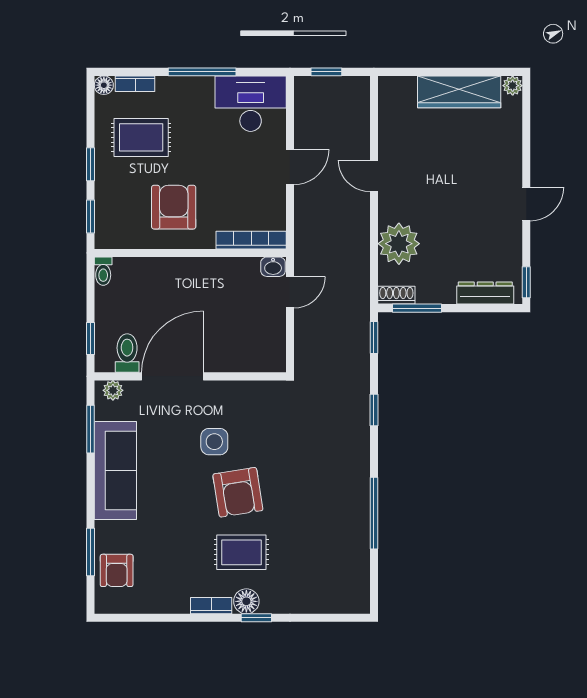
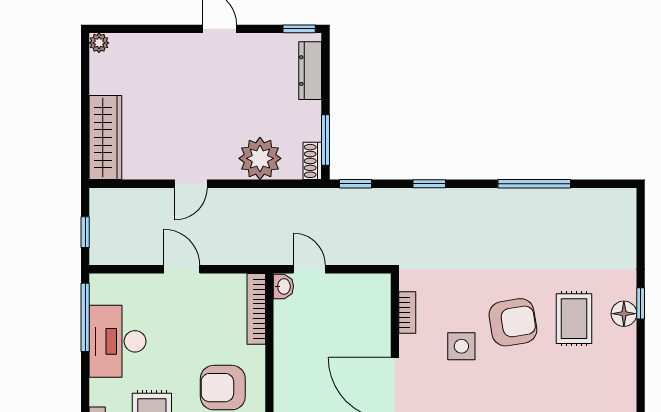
window: (202, 72) -> (85, 317), moved
wardrobe: (459, 92) -> (105, 138), moved
desk: (251, 104) -> (117, 341), moved
bookcase: (211, 606) -> (407, 313), moved, turned 180

